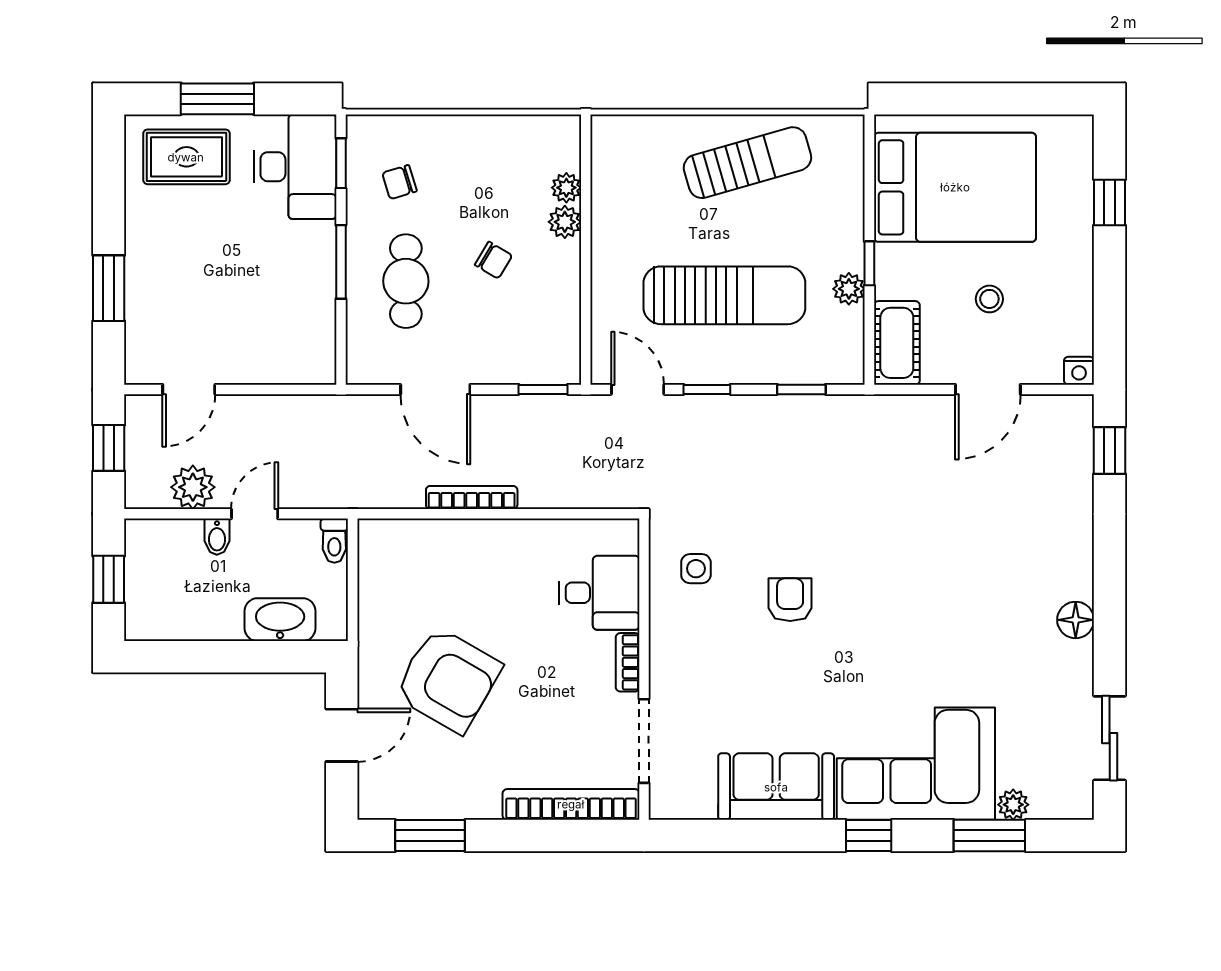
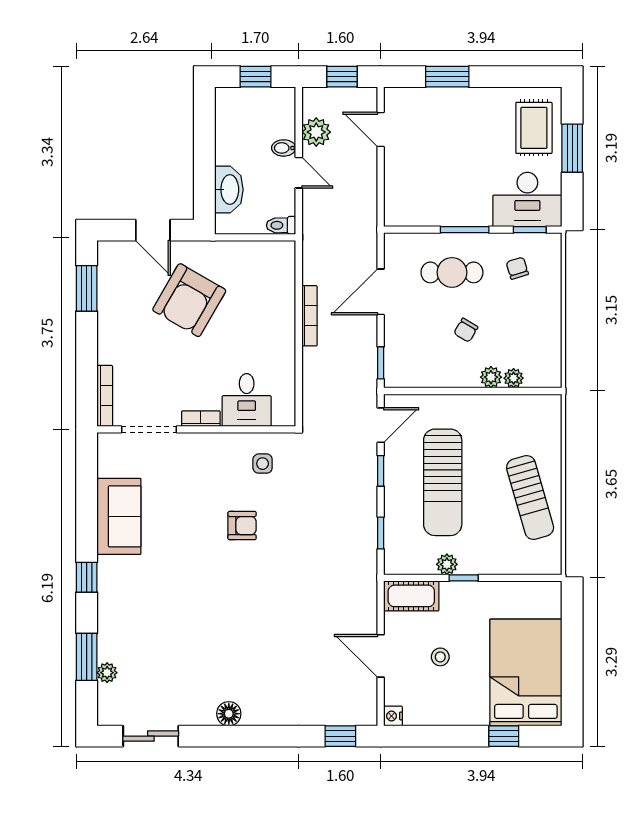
bed: (955, 187) -> (526, 672), moved, turned 180
corner sofa: (916, 764) -> (134, 608), removed
bookcase: (571, 804) -> (105, 396), width x0.68, depth x0.76

